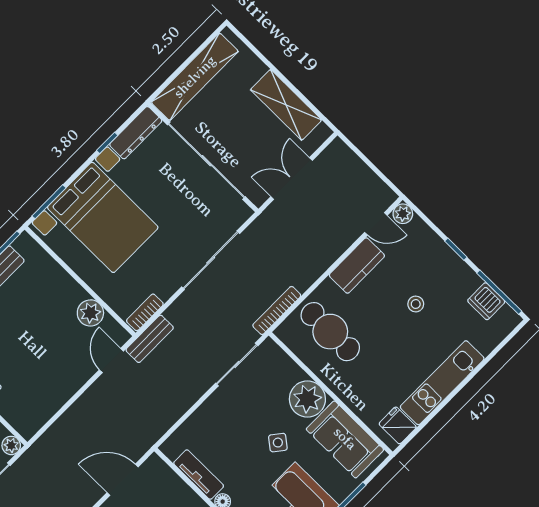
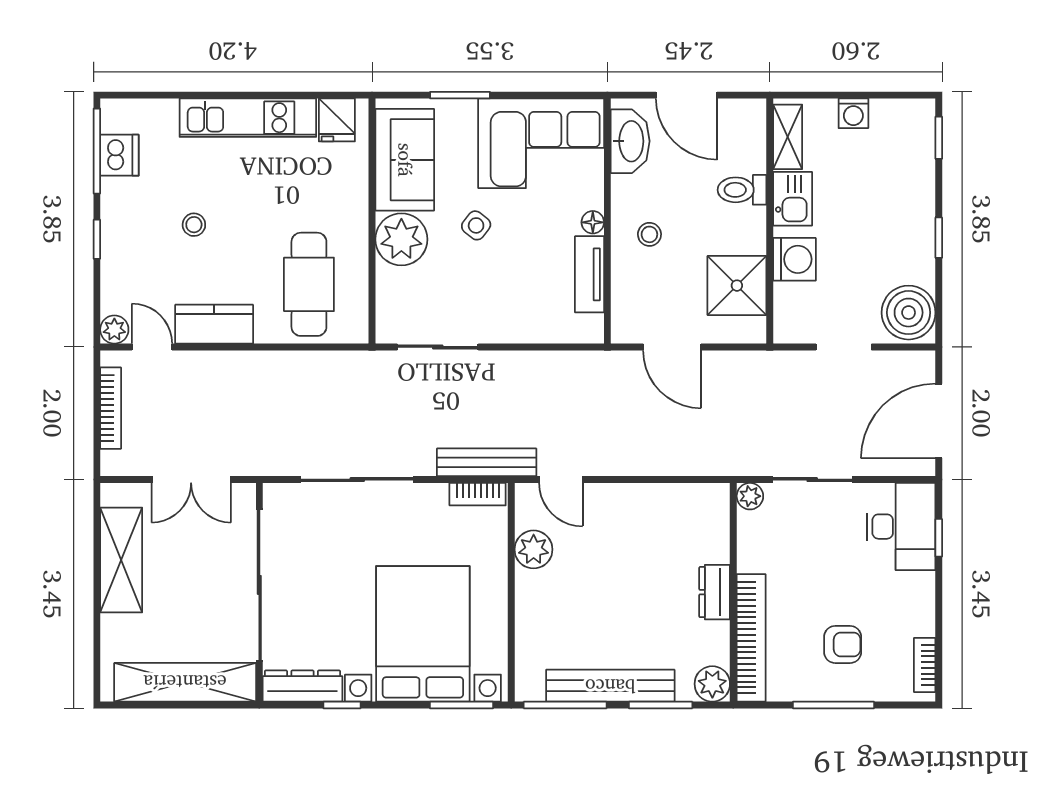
bookcase: (277, 310) -> (111, 408), moved, turned -90
bench: (150, 339) -> (487, 462), width x1.36
door: (111, 360) -> (561, 480), hinge flipped

